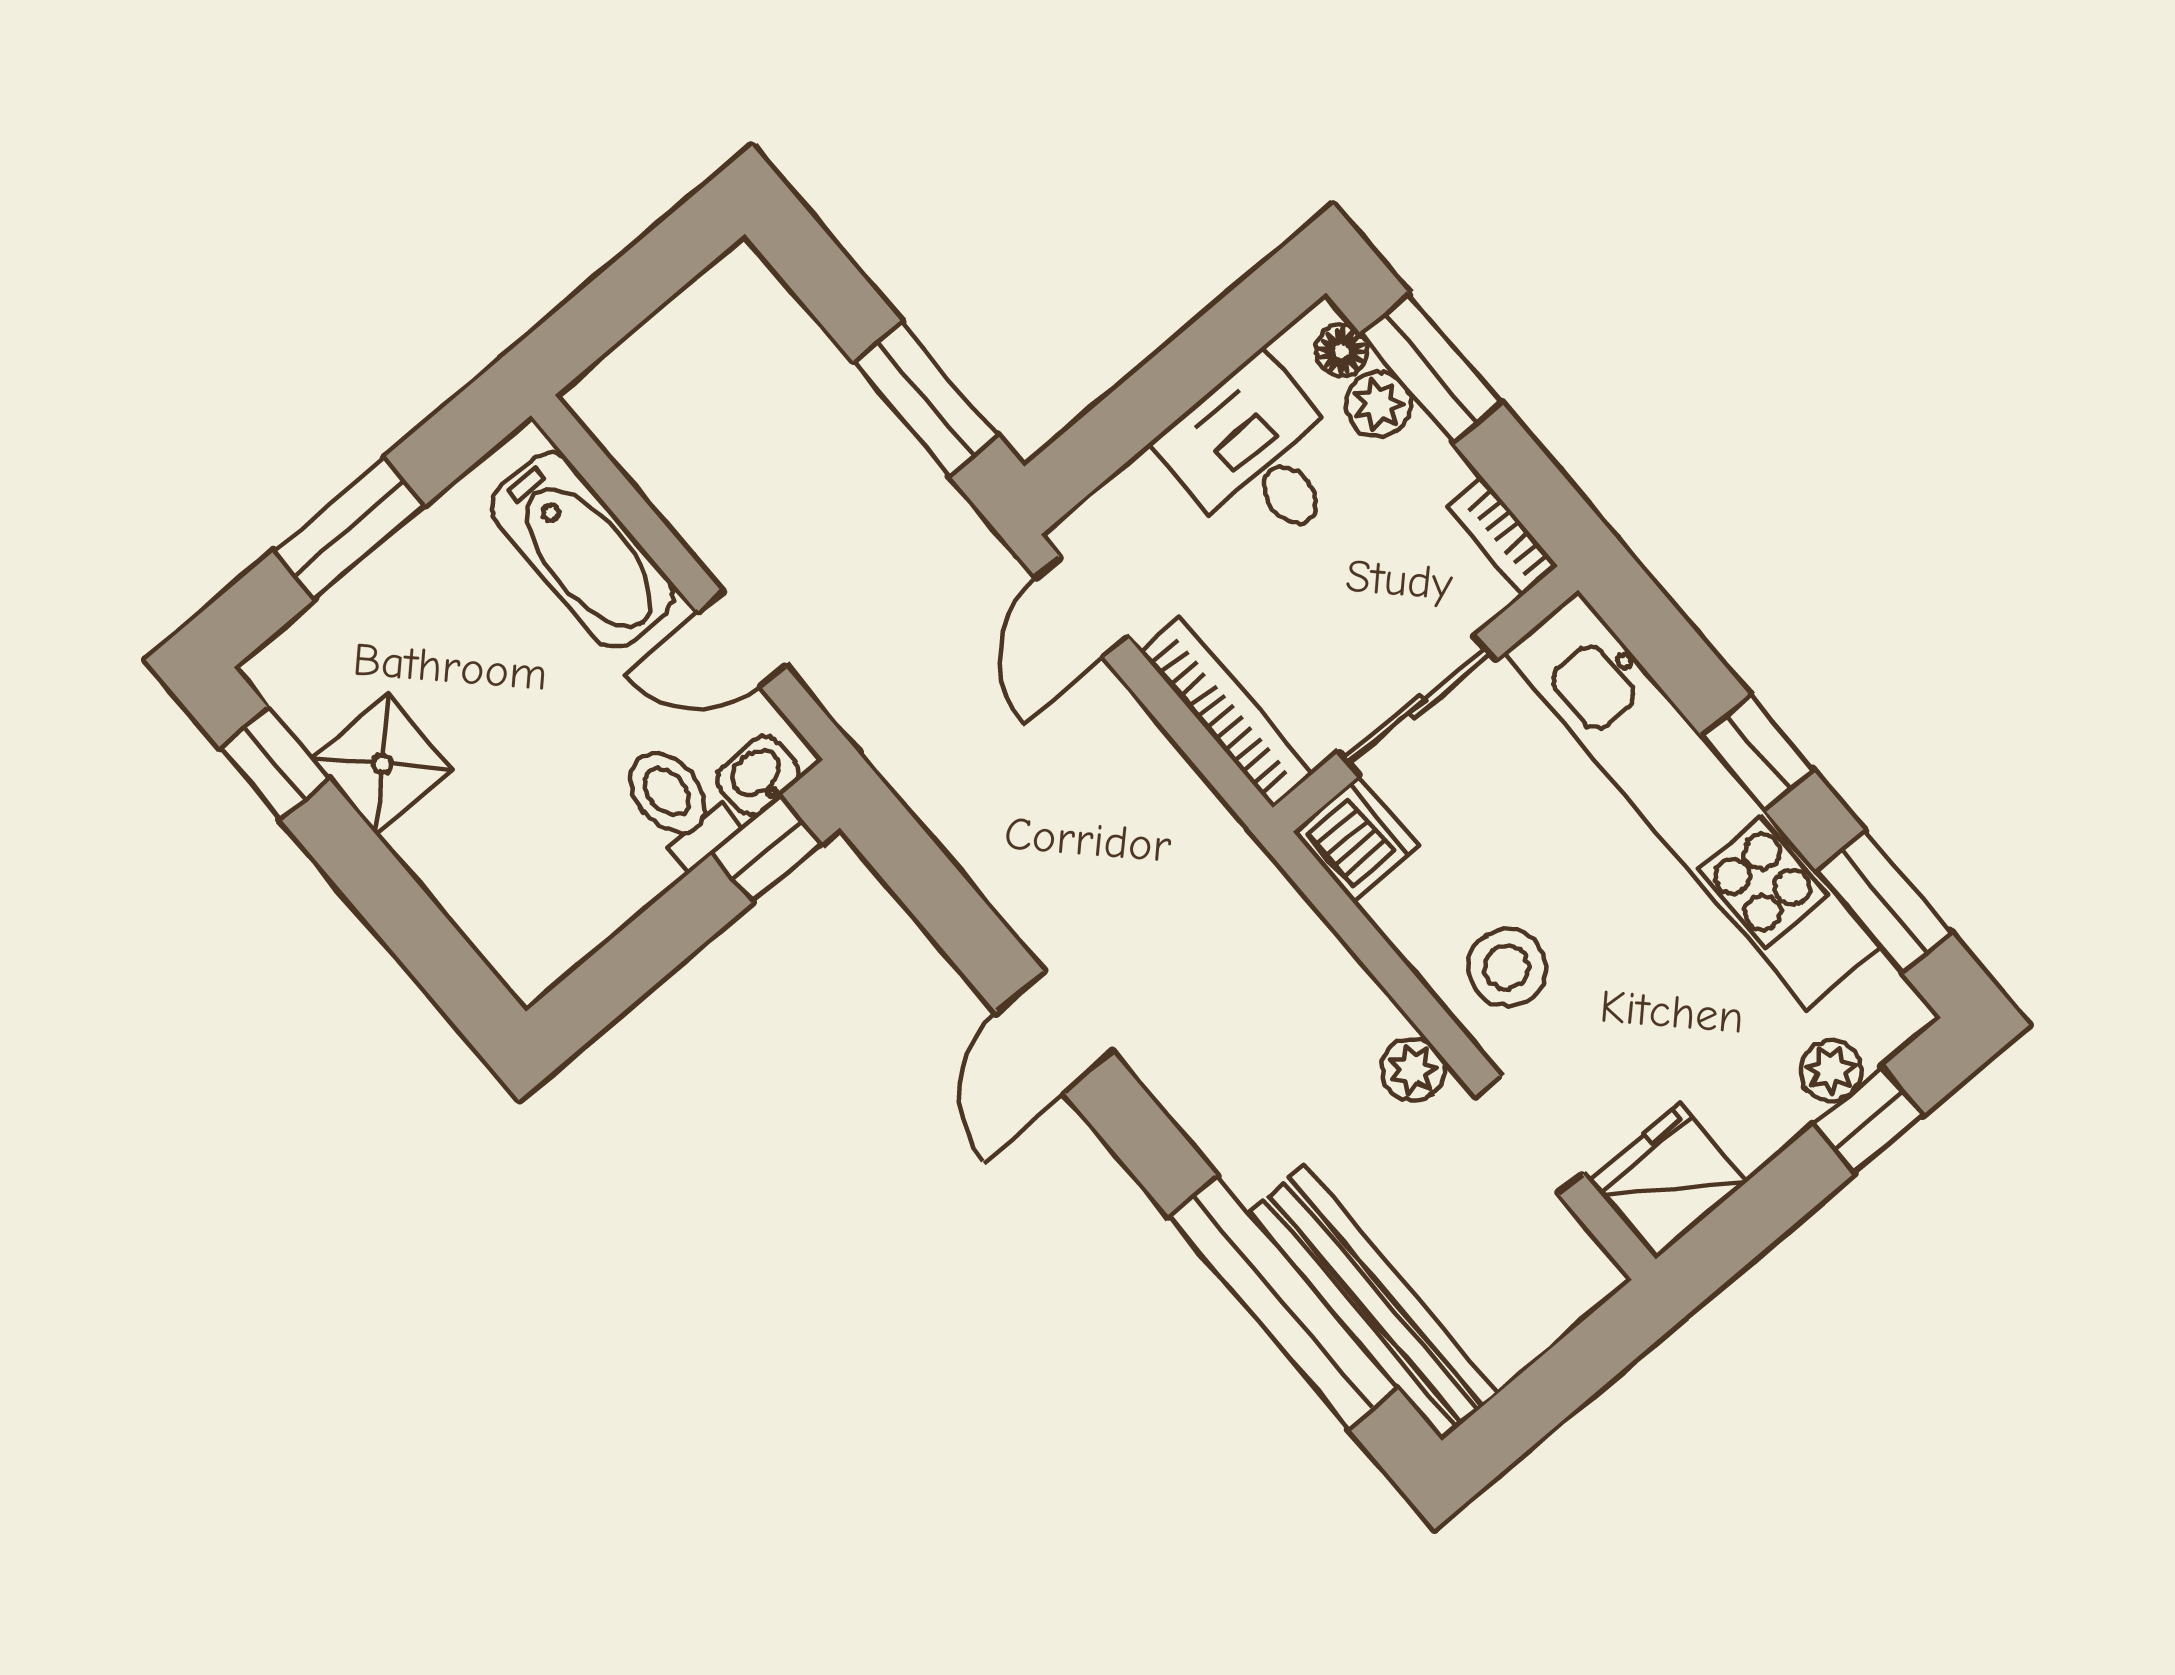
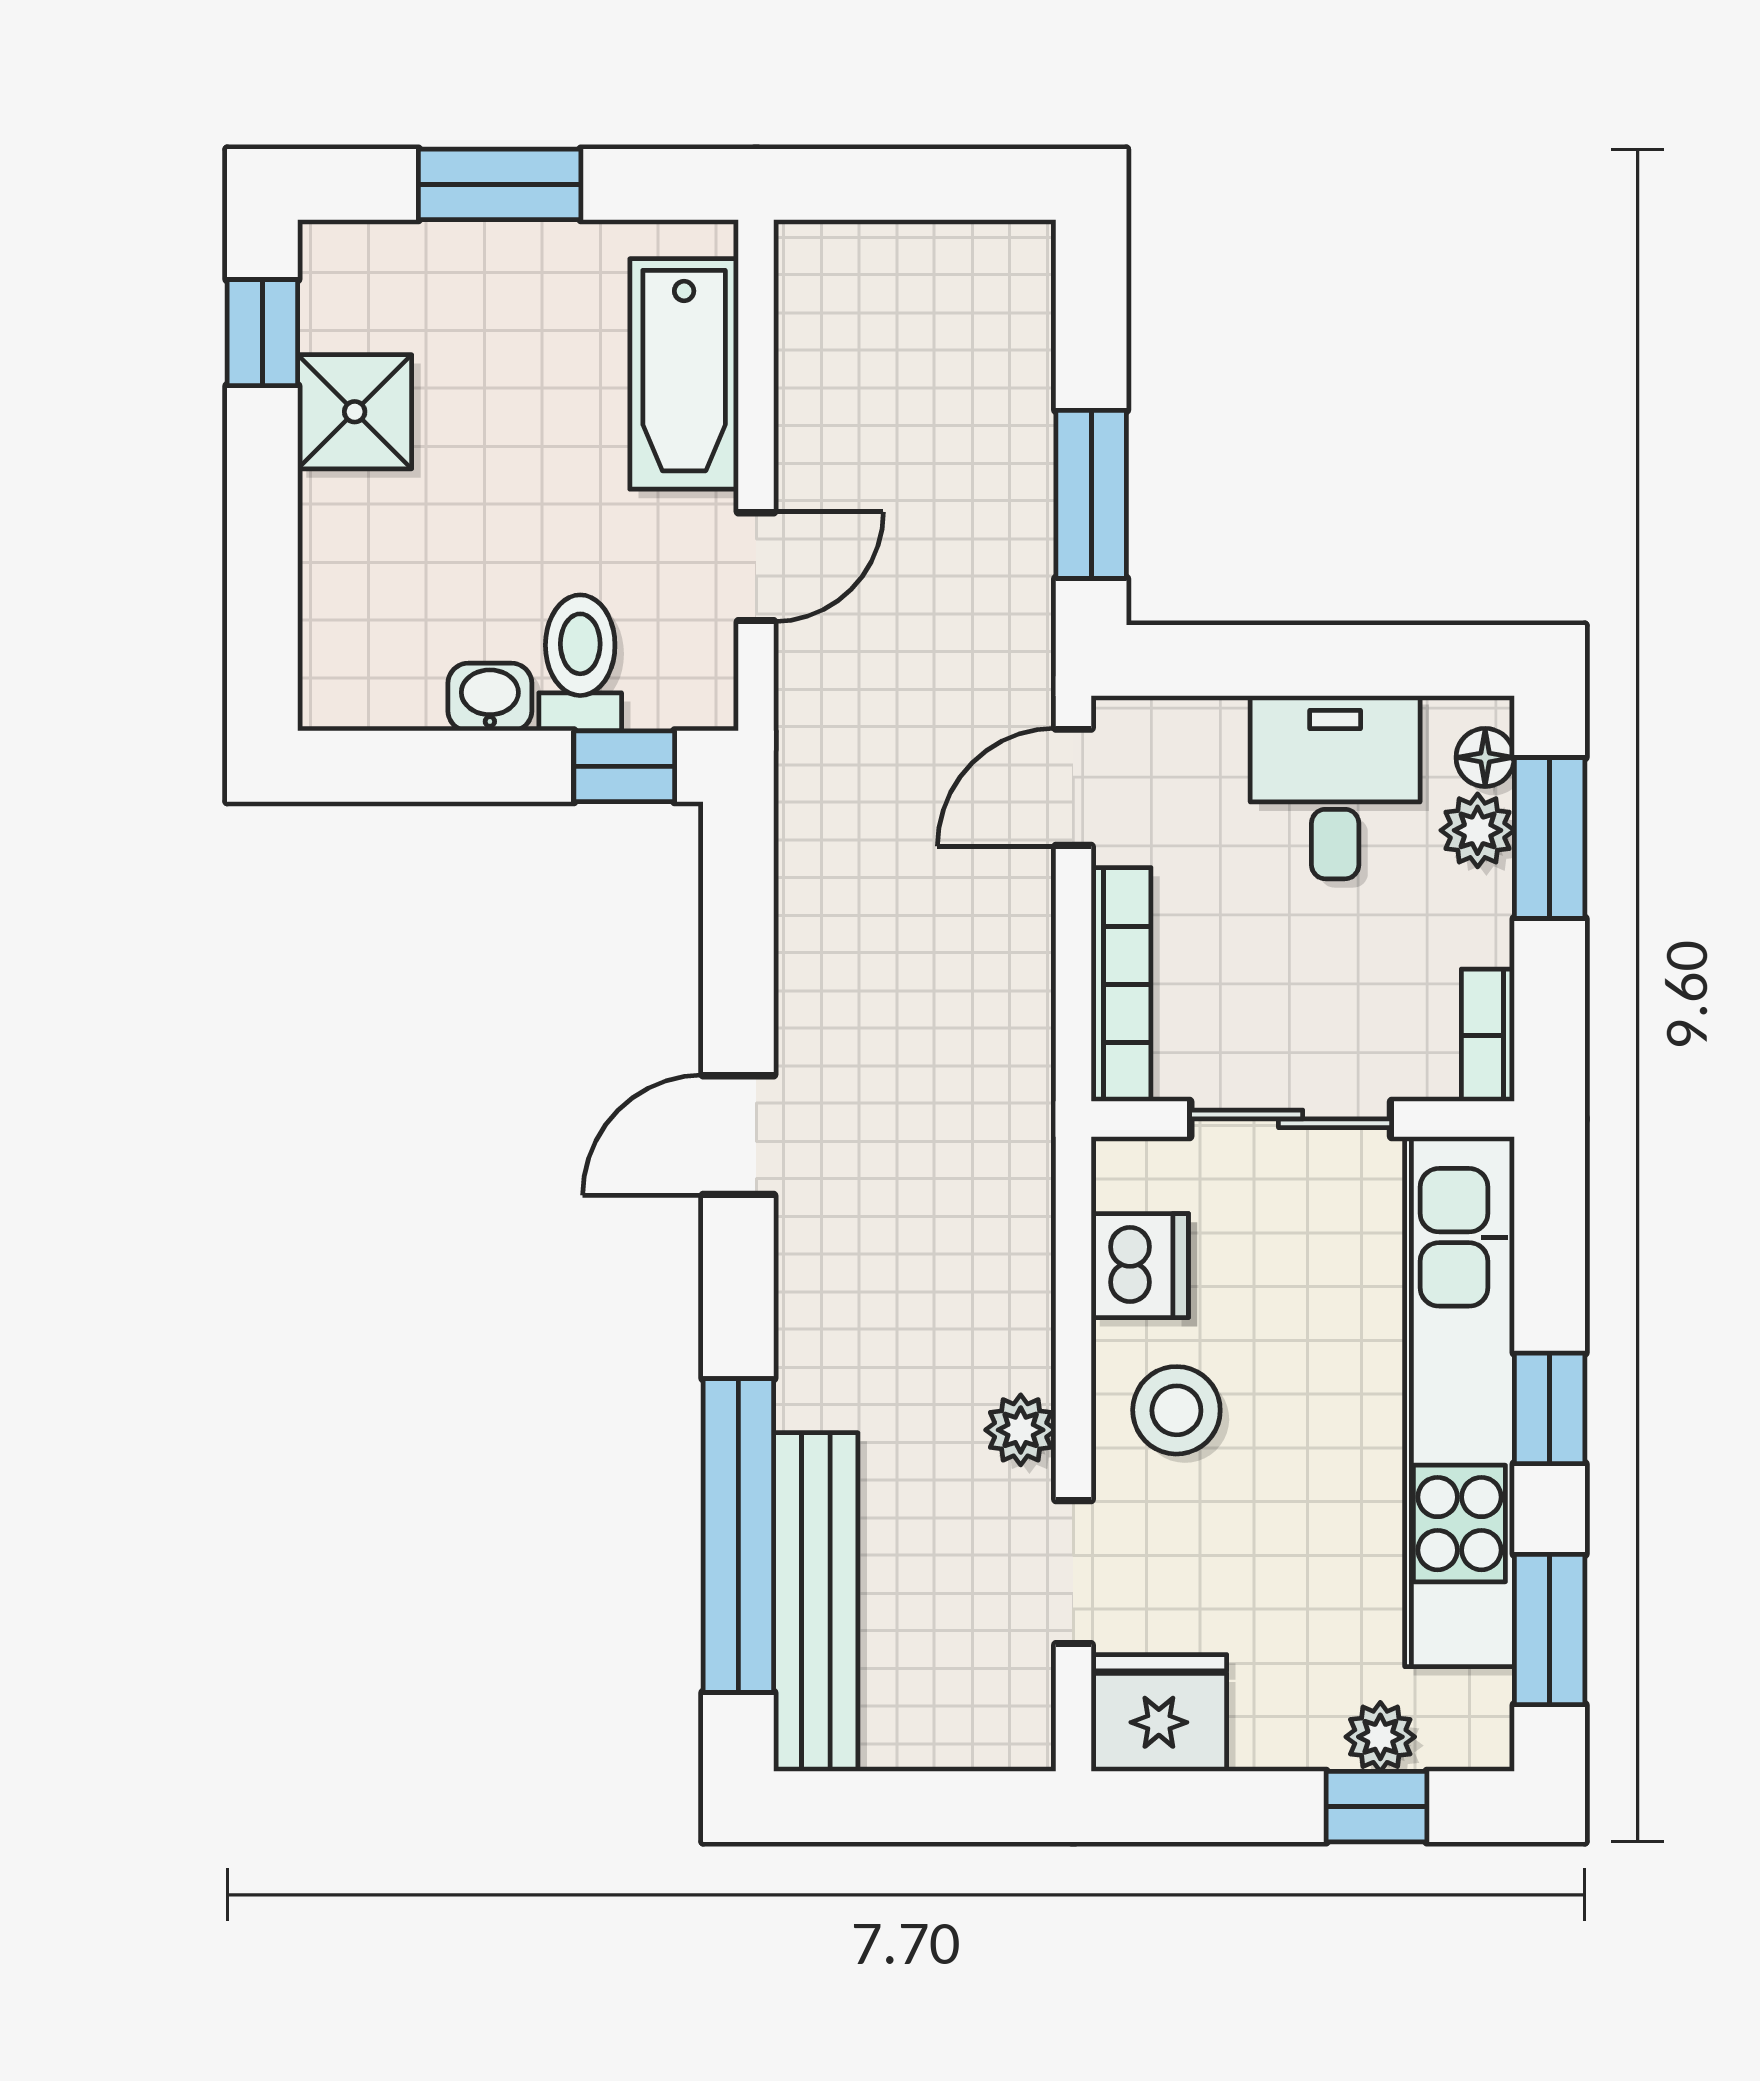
door: (741, 639) -> (756, 567), swing flipped
washbasin: (758, 776) -> (490, 697), moved
dishwasher: (1355, 839) -> (1140, 1266), moved

